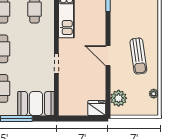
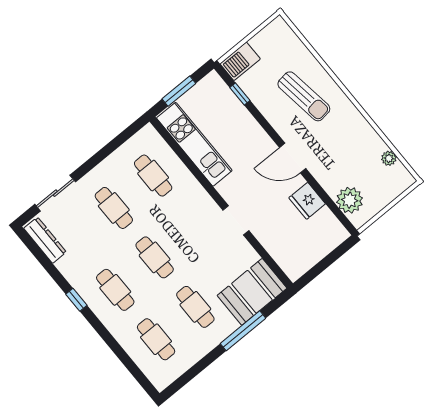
sun lounger: (138, 56) -> (304, 96), moved
fridge: (97, 108) -> (307, 201), moved, turned -90

